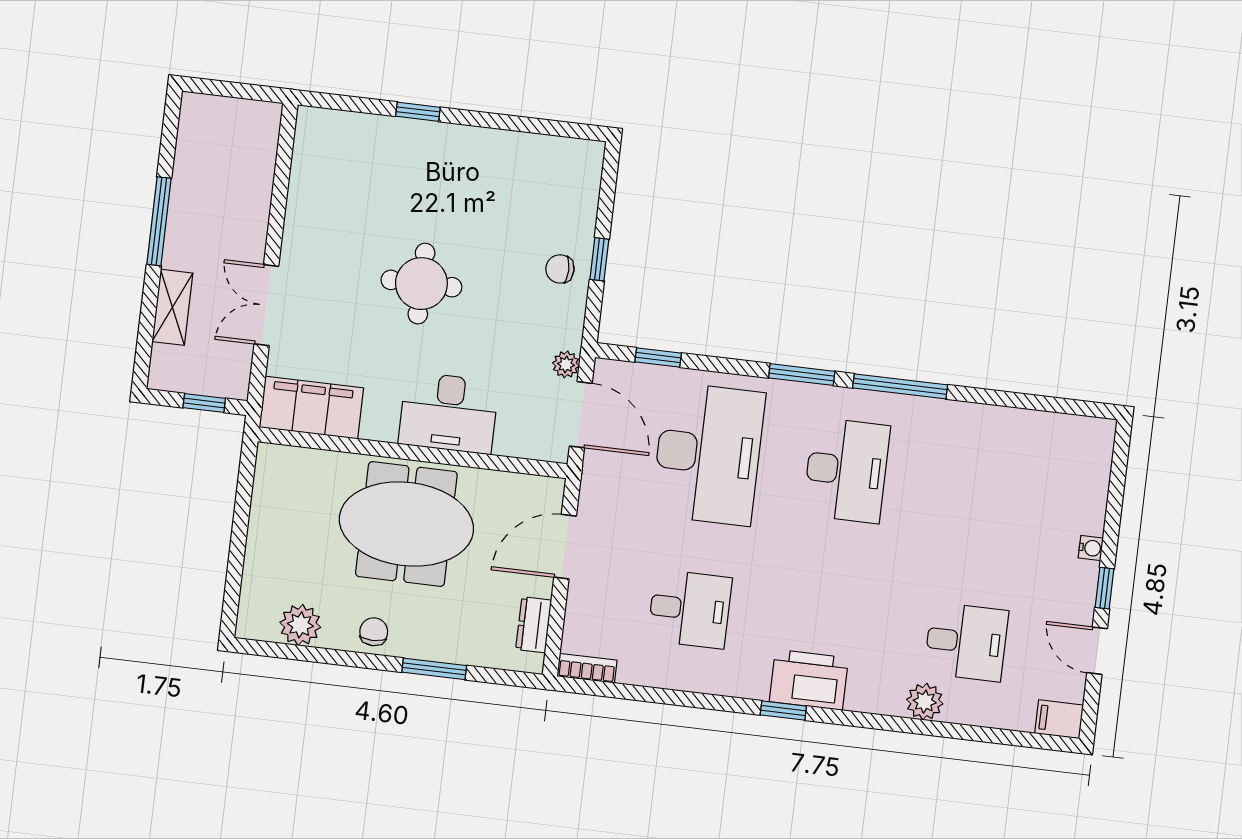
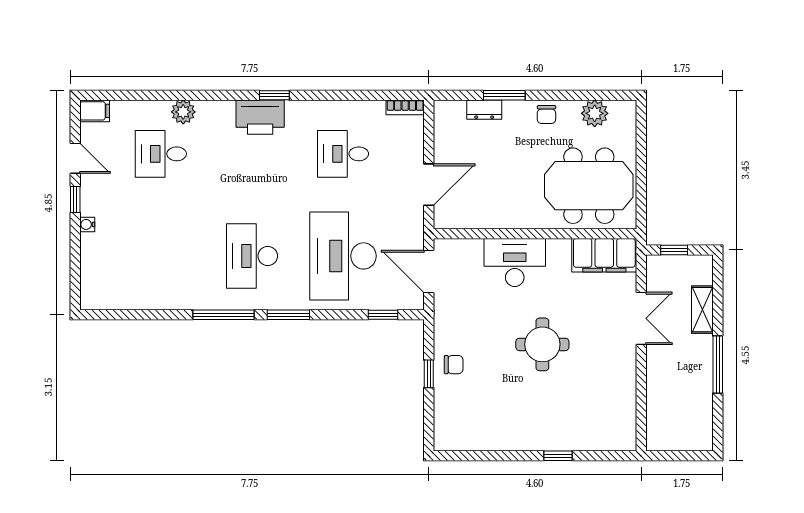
plant: (566, 364) -> (442, 303), removed
meeting table: (406, 524) -> (589, 186), moved
dresser: (534, 625) -> (484, 110), moved, turned 90

